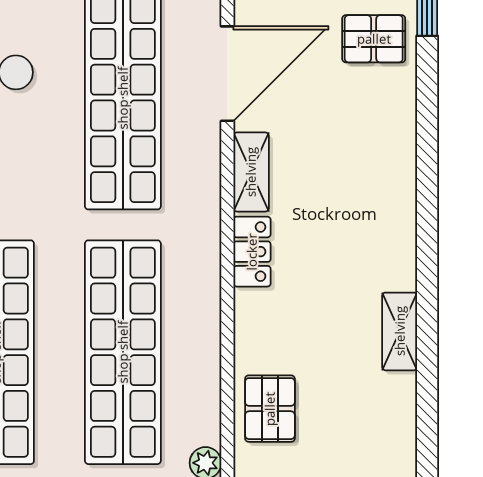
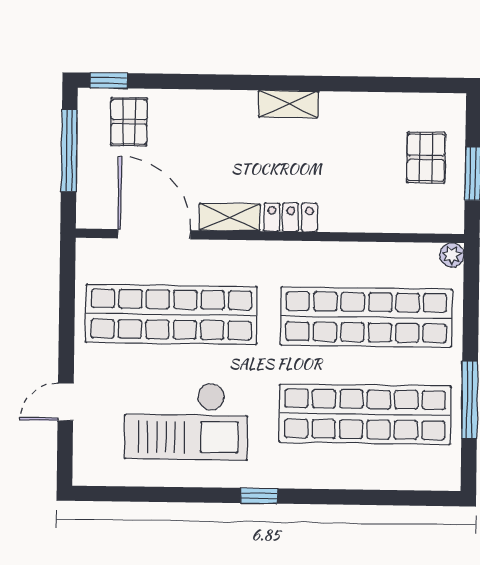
shelving: (400, 331) -> (288, 104), moved
pallet: (270, 409) -> (426, 158), moved, turned 90

